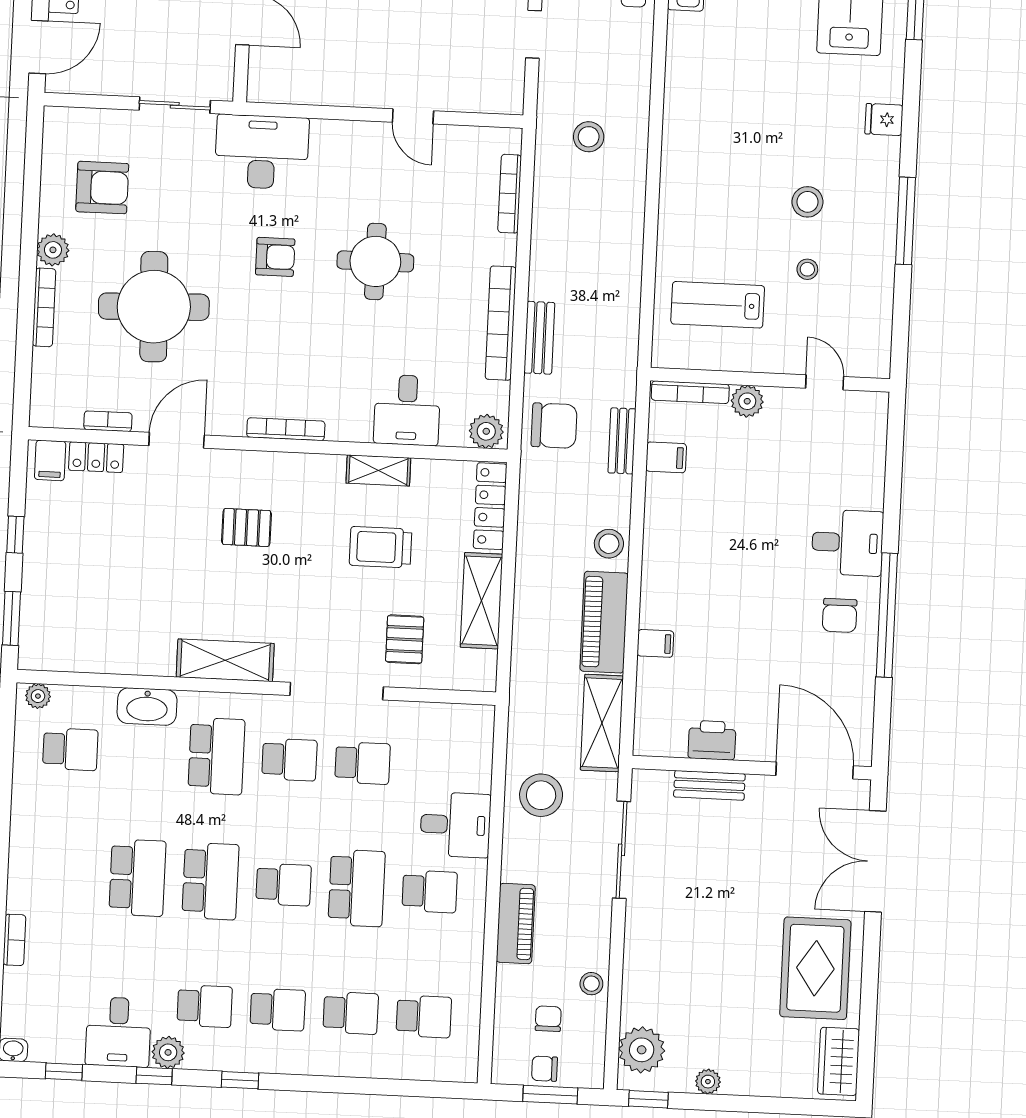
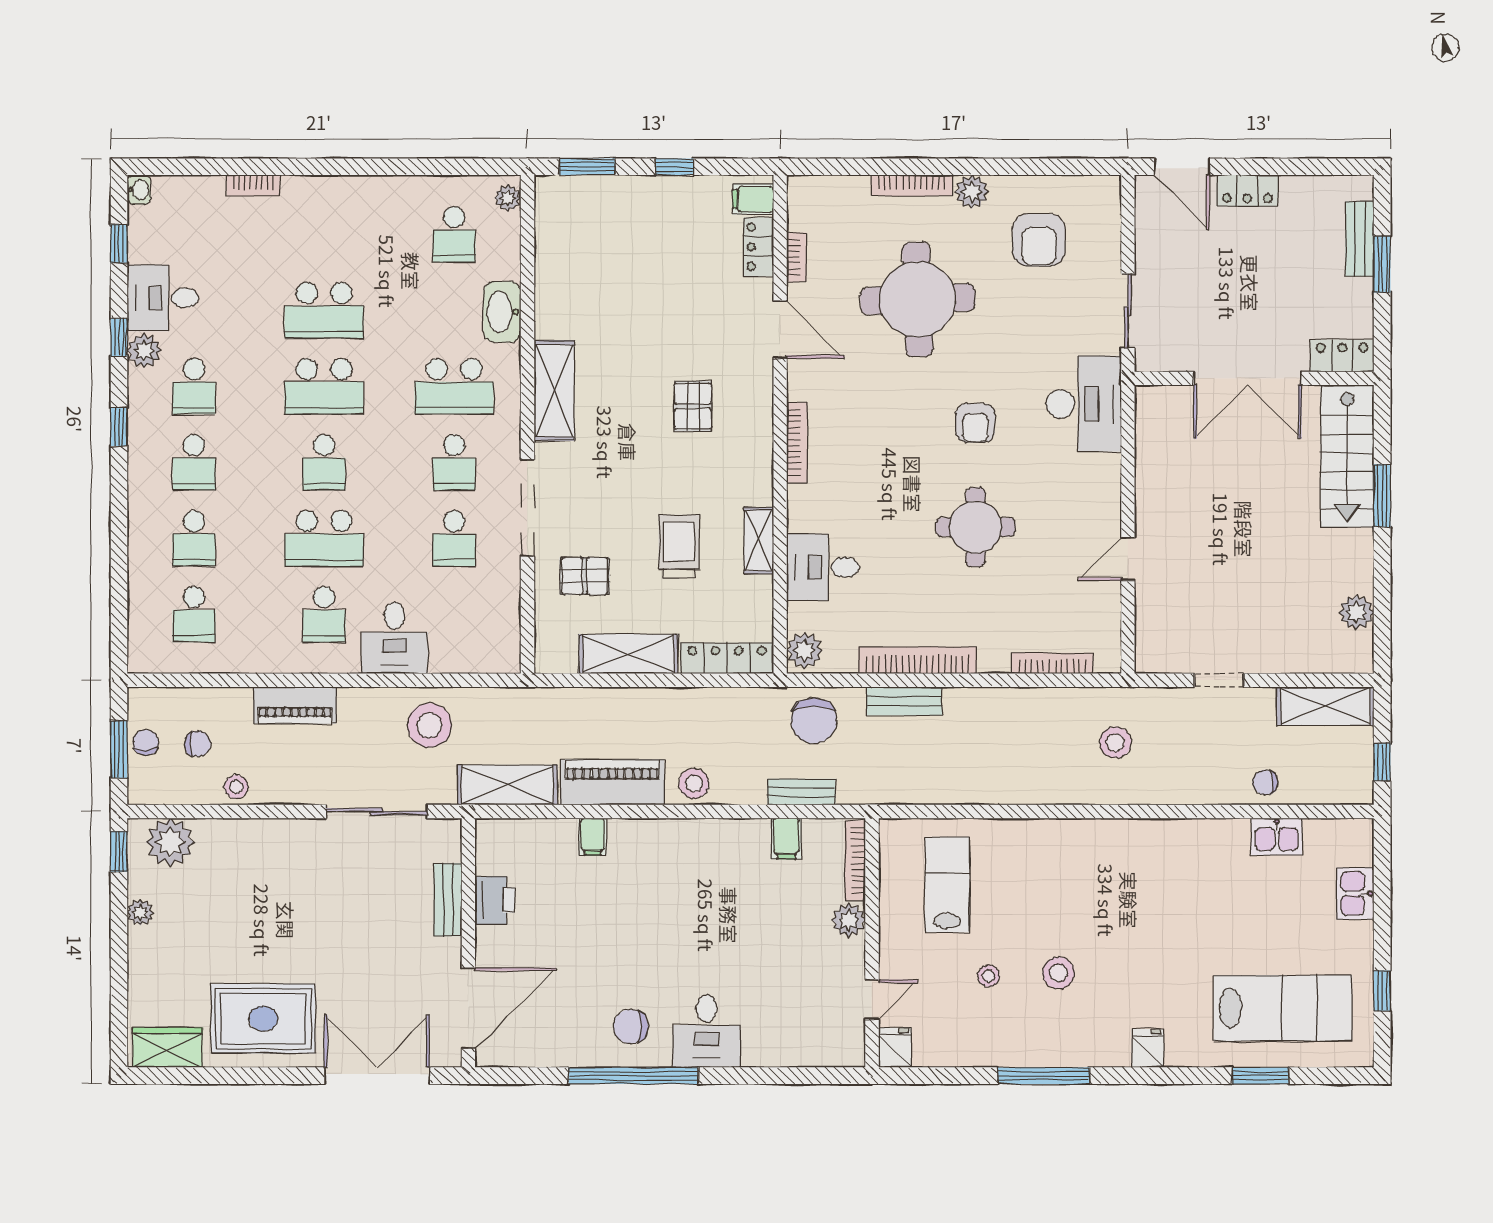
fridge: (872, 362) -> (895, 1048), added

